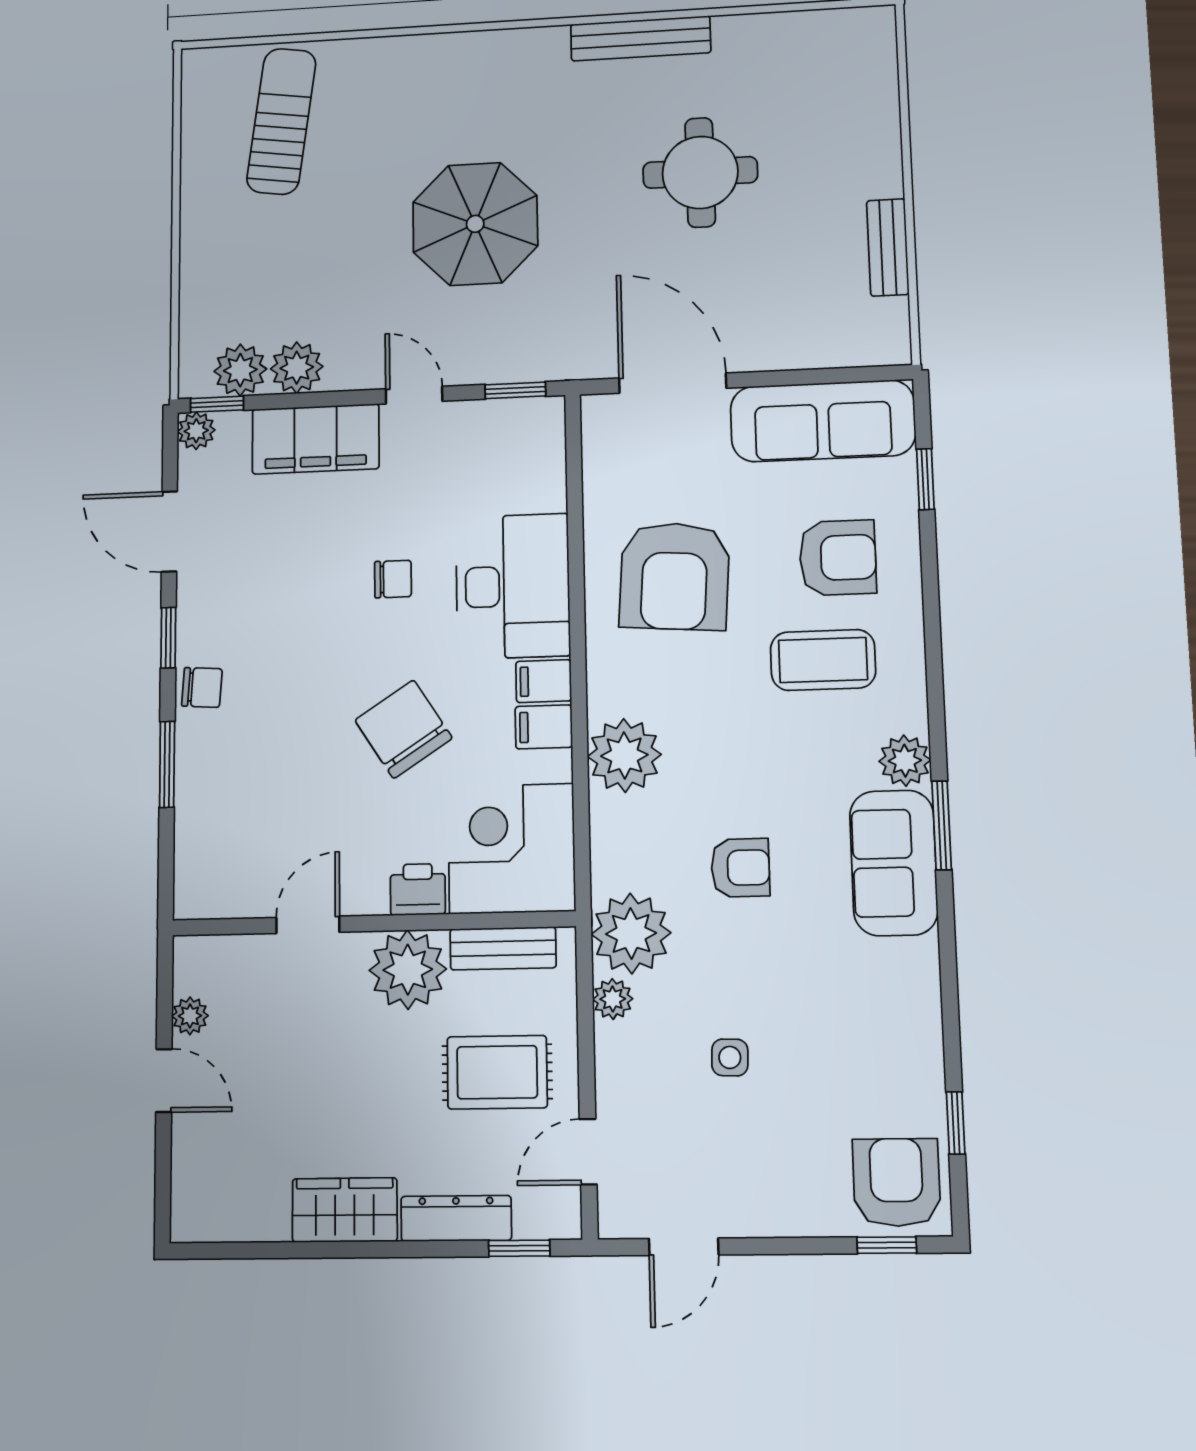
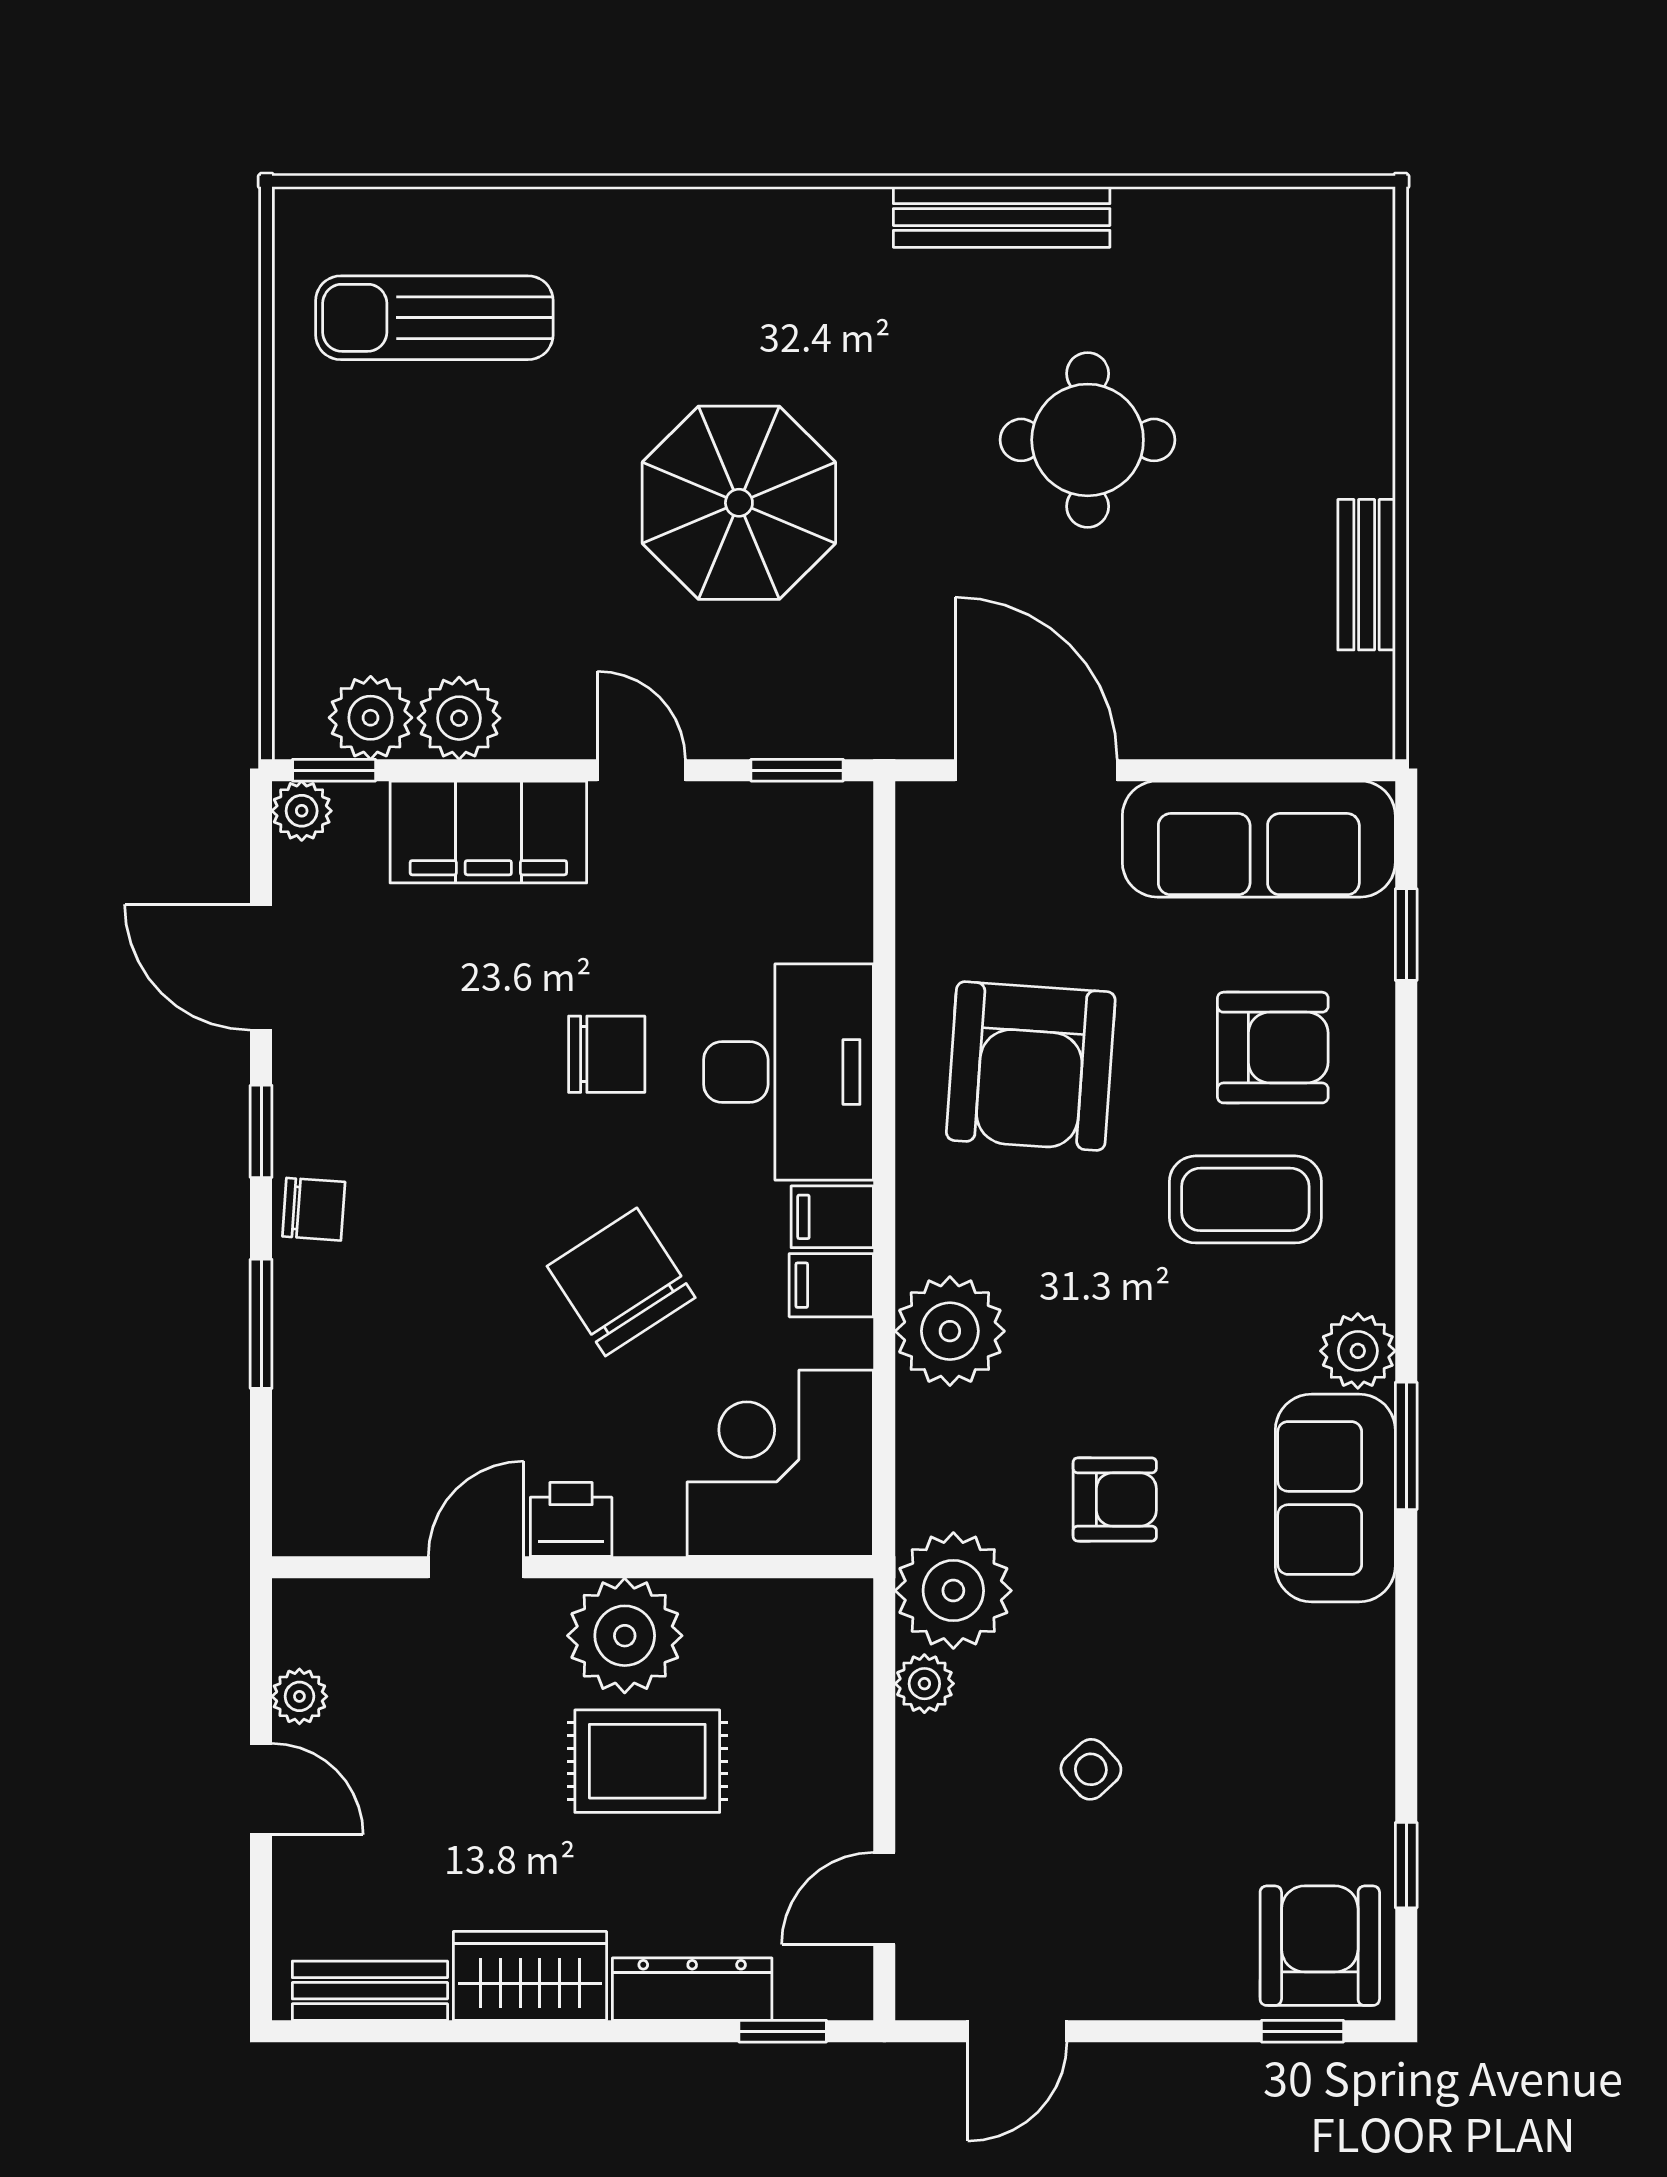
sun lounger: (281, 121) -> (434, 318), turned -98
chair: (393, 579) -> (607, 1054), width x1.37, depth x1.37
printer: (418, 889) -> (571, 1519), moved
bench: (503, 948) -> (370, 1991), moved
side table: (730, 1057) -> (1091, 1769), turned 45
rug: (497, 1072) -> (647, 1761), moved

